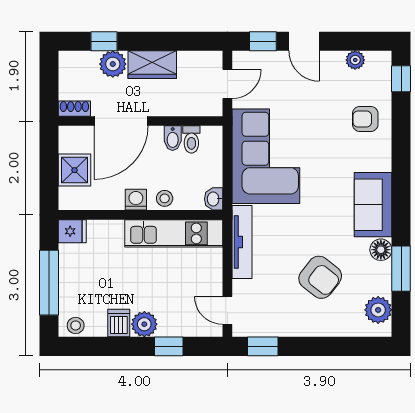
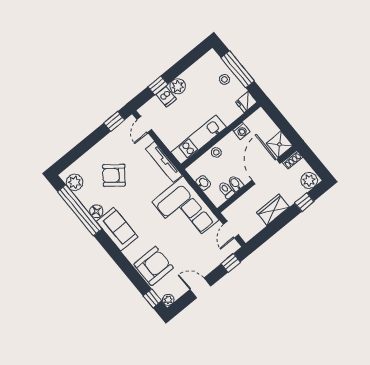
door: (304, 41) -> (200, 288), moved
plant: (355, 60) -> (168, 300), moved
plant: (113, 64) -> (309, 180), moved
armchair: (365, 119) -> (154, 266), width x1.88, depth x1.88
shower: (75, 170) -> (280, 144), moved
washbasin: (214, 199) -> (203, 183), moved
washing machine: (136, 200) -> (241, 131), moved
window: (401, 269) -> (80, 210), width x2.11
door: (227, 310) -> (144, 125), swing flipped
dishwasher: (119, 323) -> (166, 97), moved
stool: (76, 325) -> (224, 79), moved

